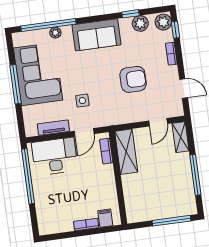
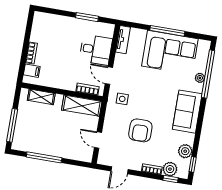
window: (131, 14) -> (193, 164), moved
plant: (163, 22) -> (170, 169), moved
side table: (82, 101) -> (122, 99), moved
tv unit: (53, 128) -> (123, 40), moved
shelving: (181, 137) -> (41, 97), moved
desk: (55, 156) -> (96, 50), width x0.73
window: (28, 176) -> (87, 17), width x0.47

